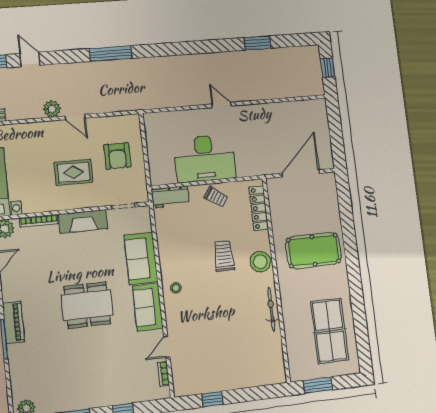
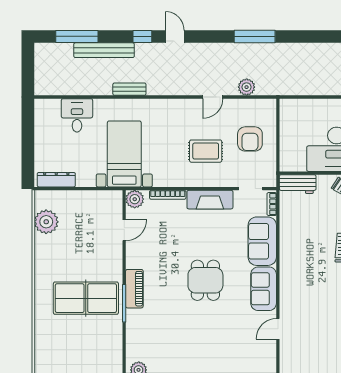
plant: (52, 109) -> (247, 87), moved
door: (75, 117) -> (213, 97), hinge flipped
stool: (176, 288) -> (293, 273), removed
dining table: (87, 305) -> (205, 280), width x0.73
bookcase: (163, 374) -> (272, 204), moved

